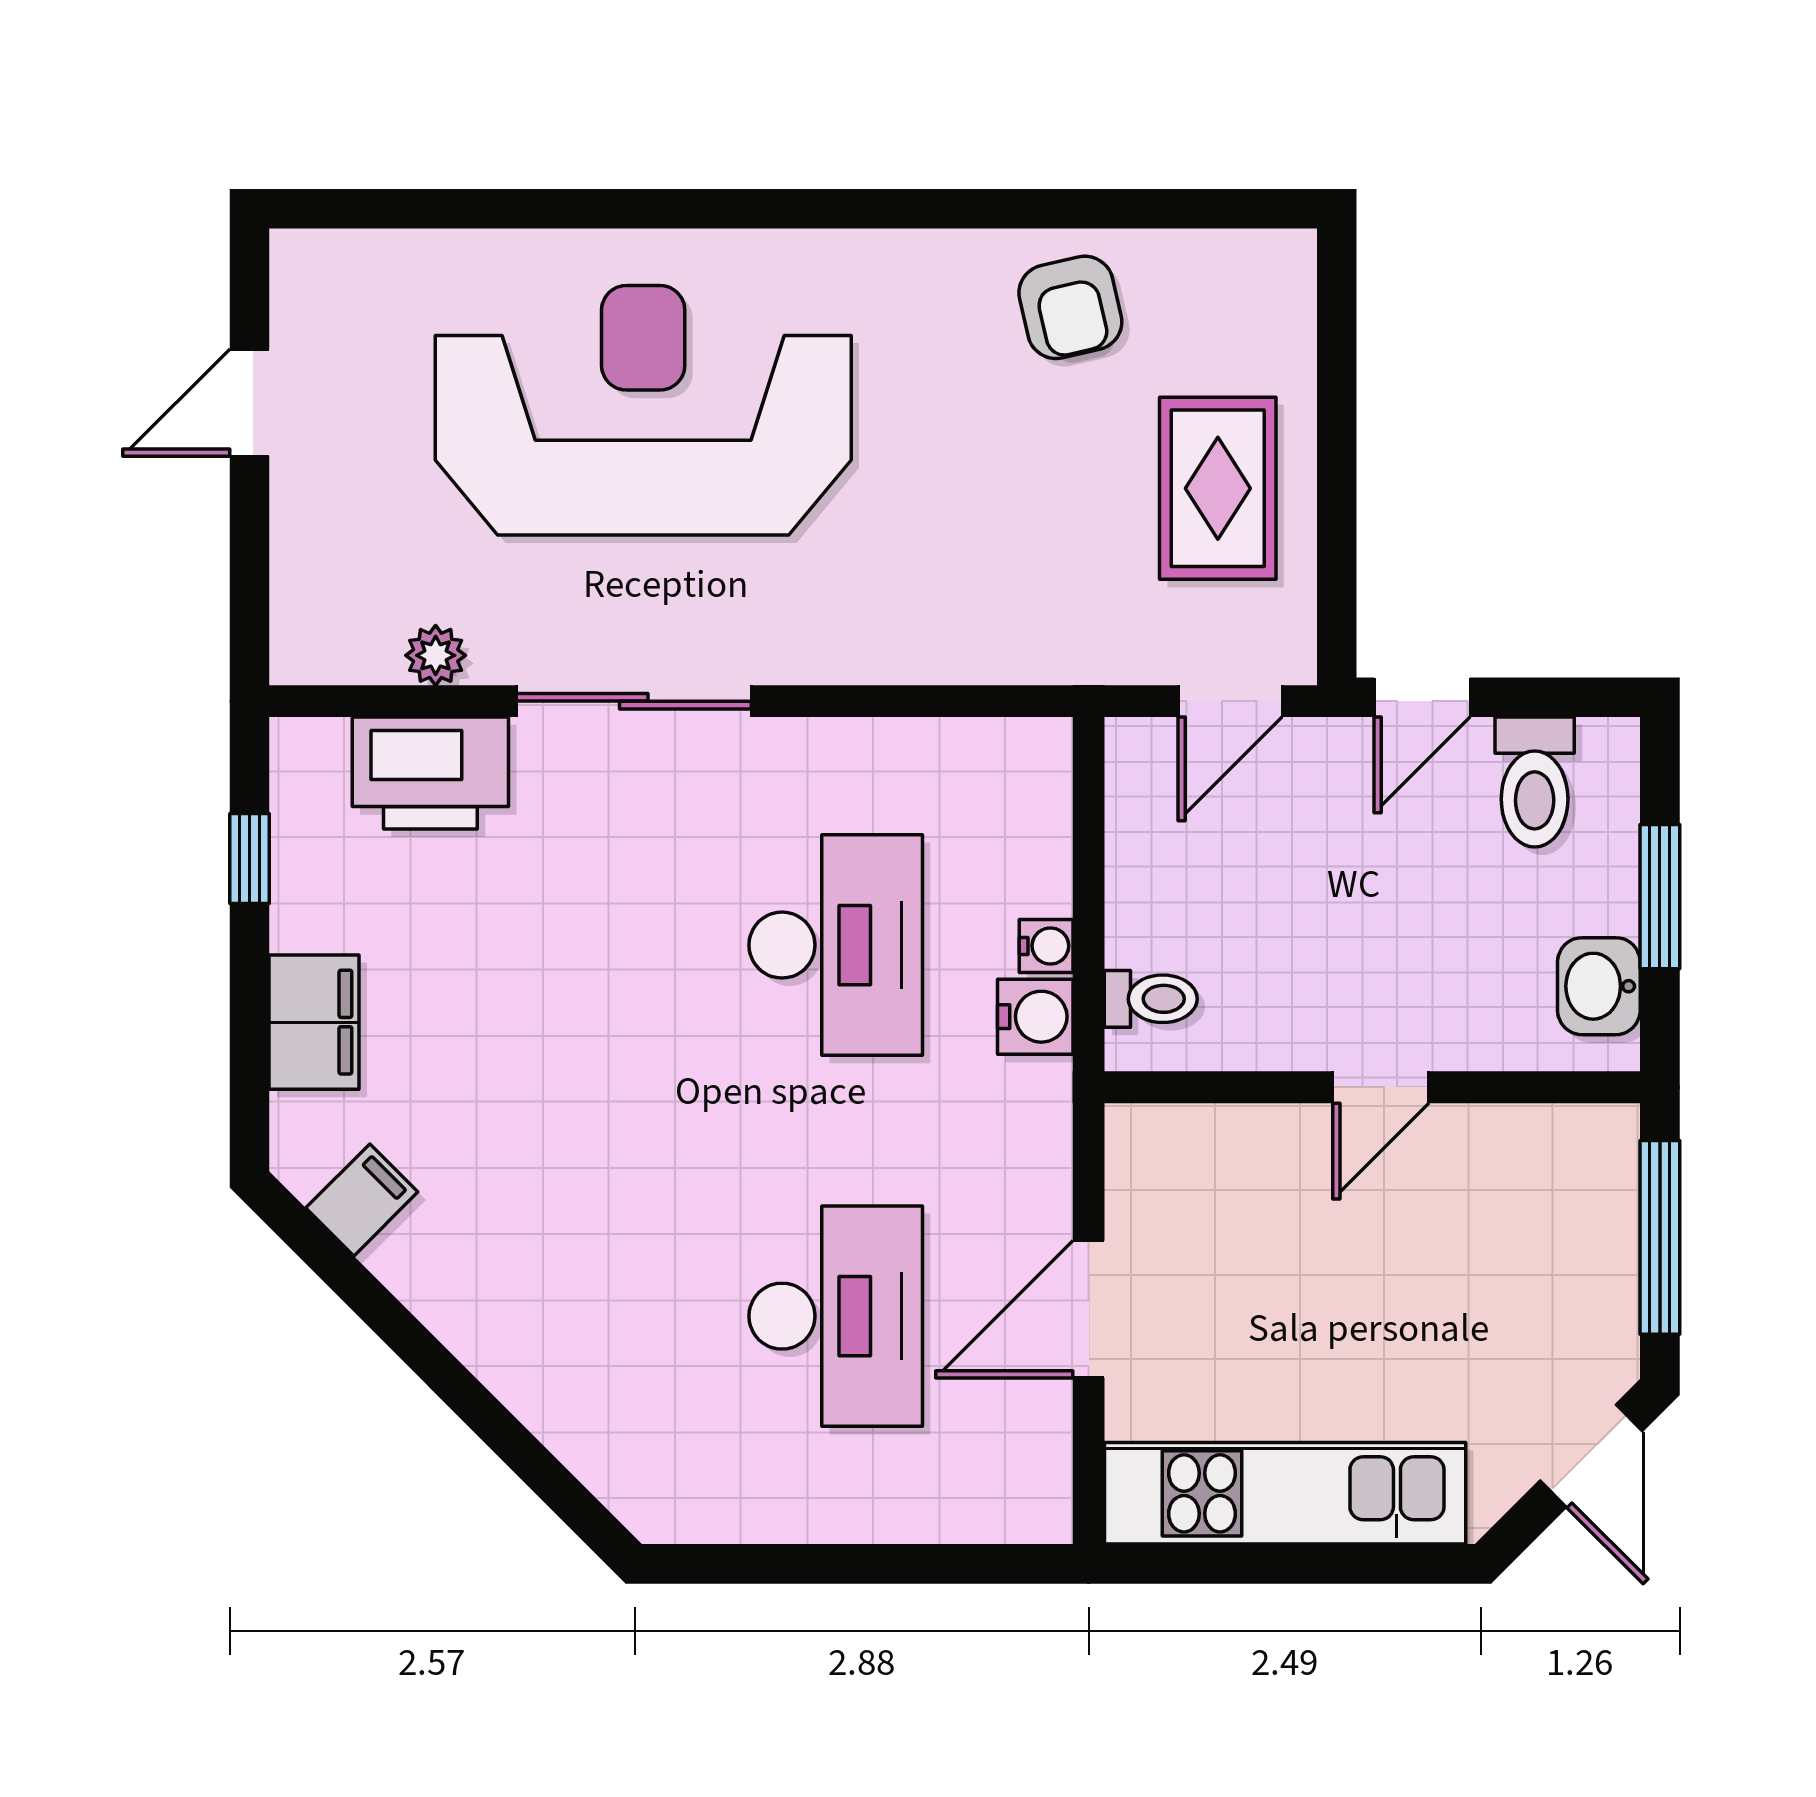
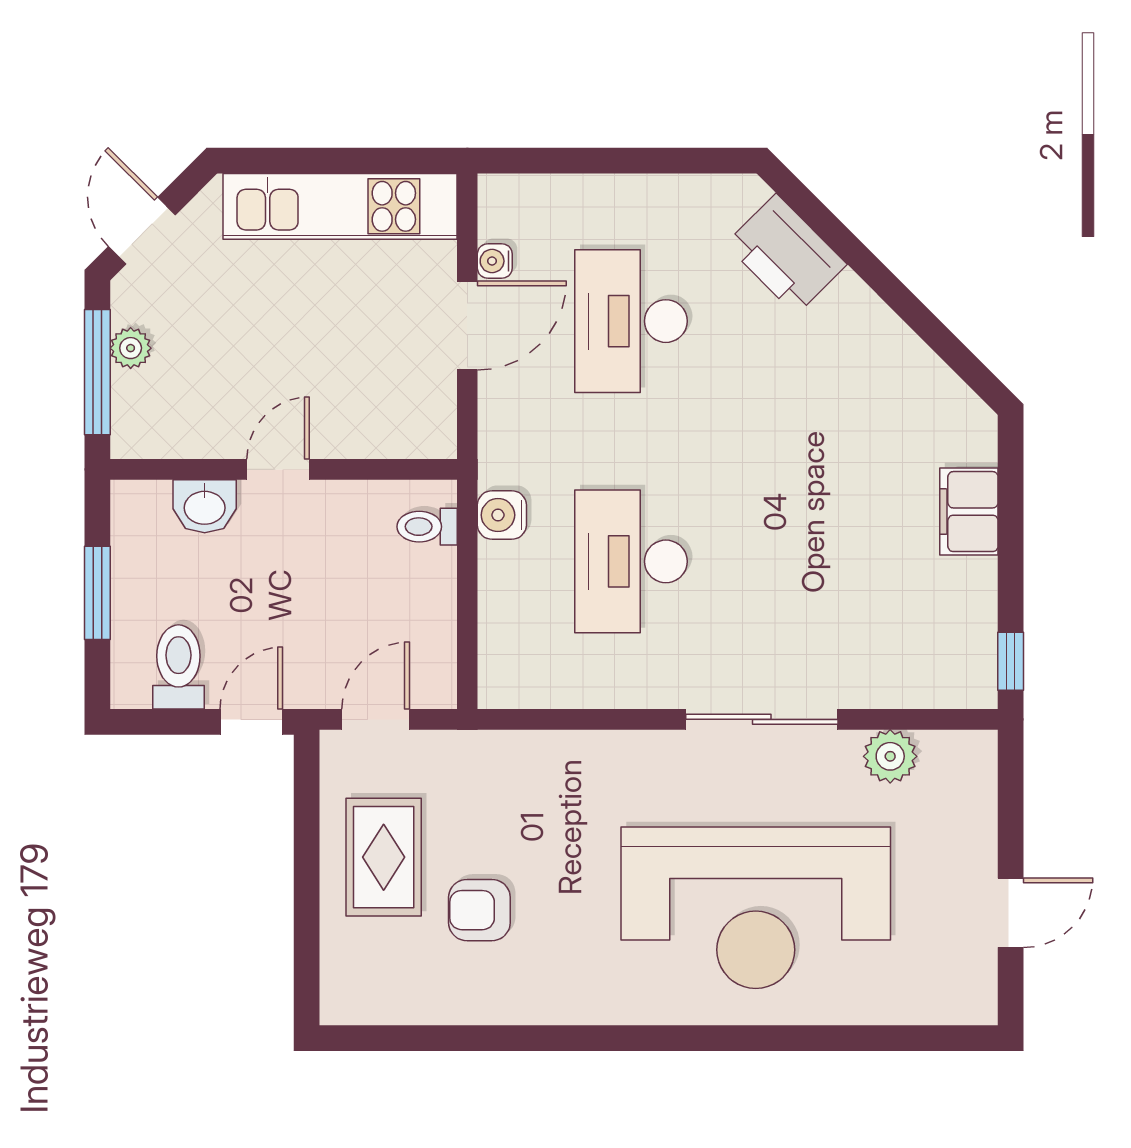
armchair: (1070, 307) -> (479, 910), moved, turned -77
plant: (436, 655) -> (890, 756), width x1.38, depth x1.38
printer: (430, 773) -> (786, 254), moved, turned -135
window: (250, 858) -> (1011, 661), moved
water cooler: (1046, 946) -> (495, 261), moved
washbasin: (1599, 986) -> (205, 506), moved, turned 90
filing cabinet: (362, 1200) -> (938, 396), removed
plant: (1609, 1274) -> (131, 348), added

